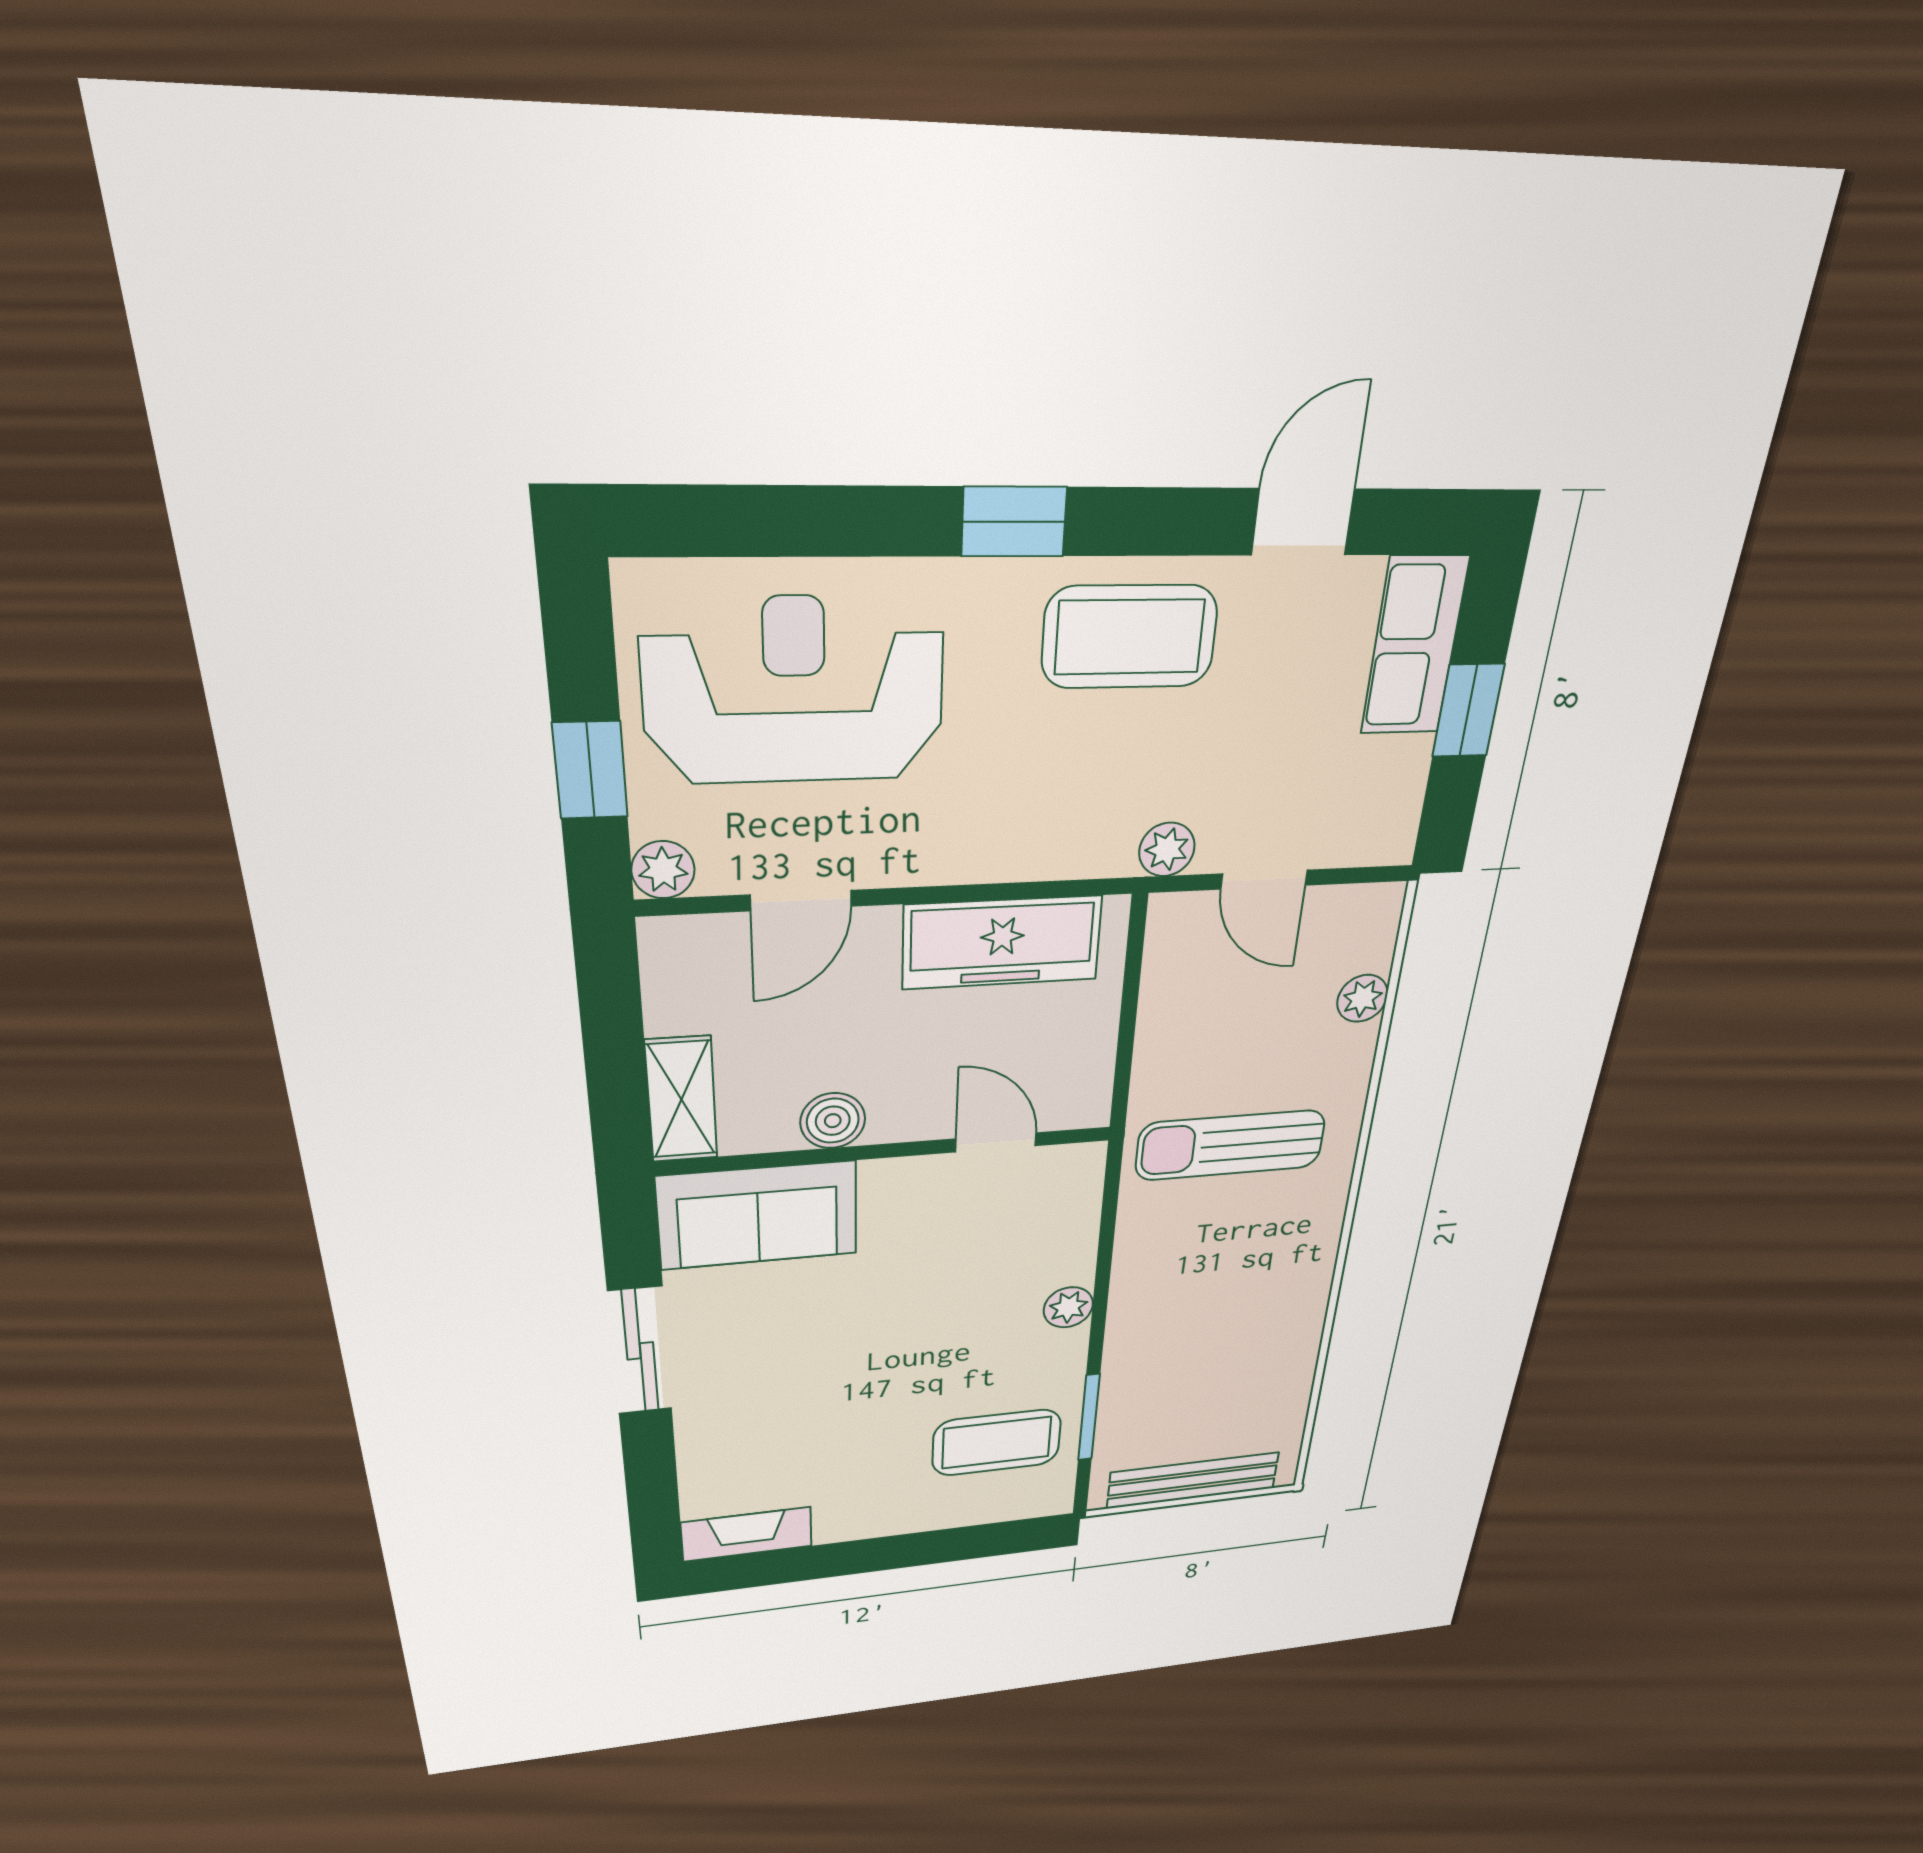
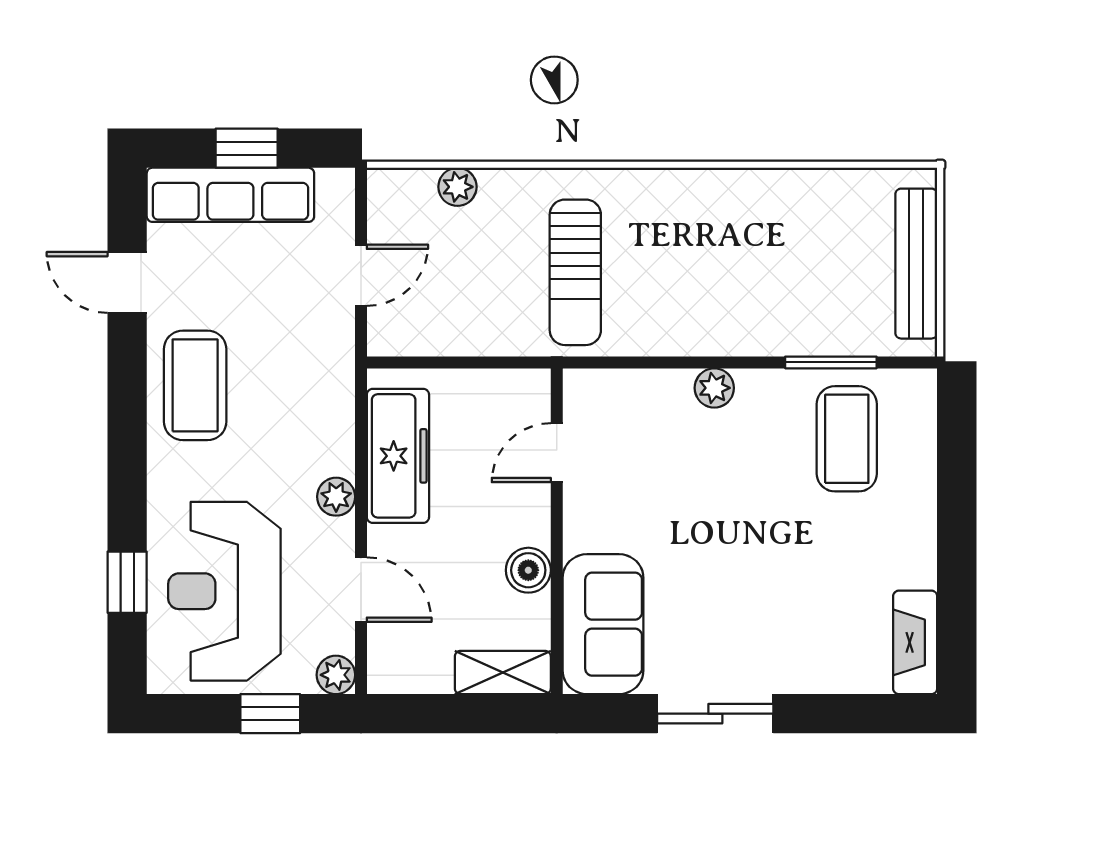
window: (1014, 522) -> (127, 582), moved
row of seats: (1414, 646) -> (230, 195), width x1.48
plant: (1167, 849) -> (336, 497), moved

